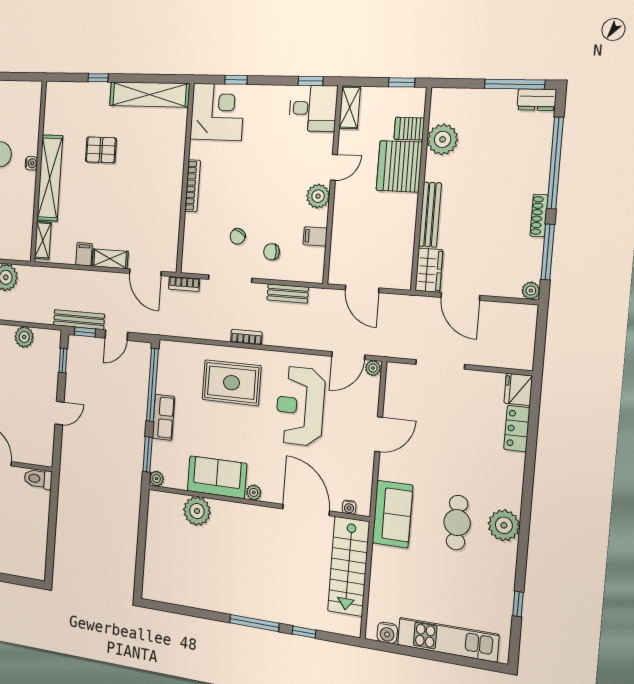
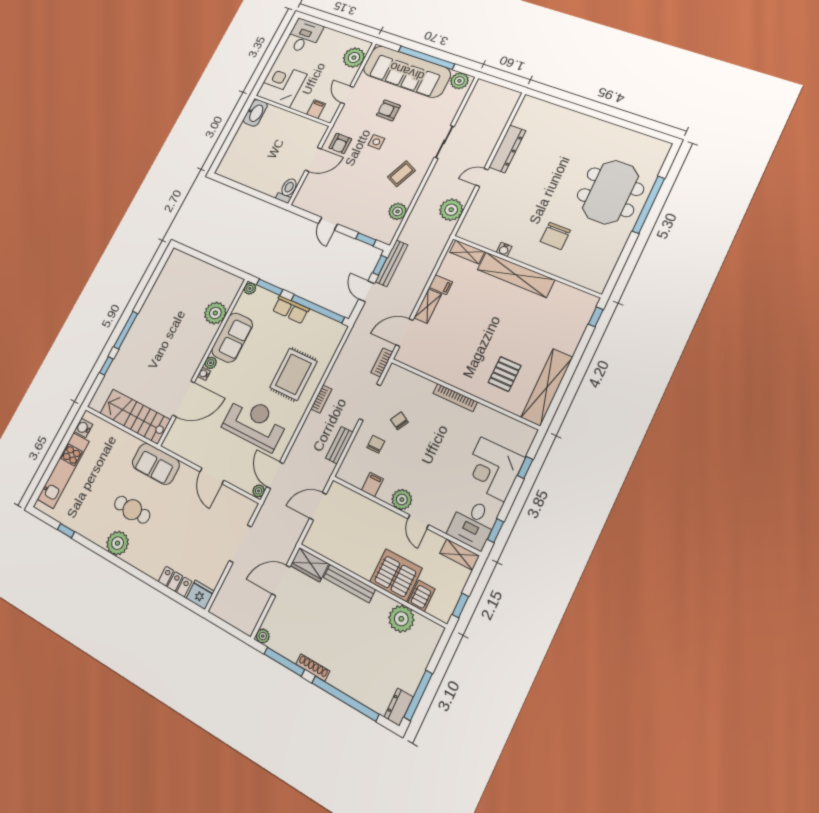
window: (98, 78) -> (596, 317), moved
corner desk: (217, 112) -> (493, 469), moved, turned 90
pallet: (101, 150) -> (505, 374), moved
water cooler: (31, 163) -> (504, 249), moved
water cooler: (349, 507) -> (204, 374), moved

